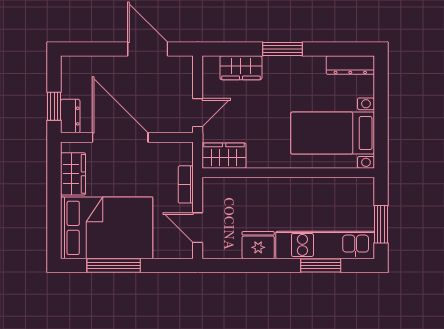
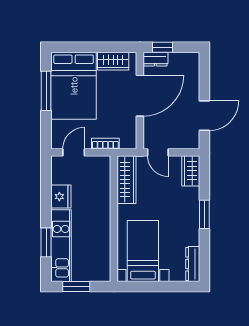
wardrobe: (241, 68) -> (191, 171), moved
wardrobe: (224, 156) -> (126, 180), width x1.50

